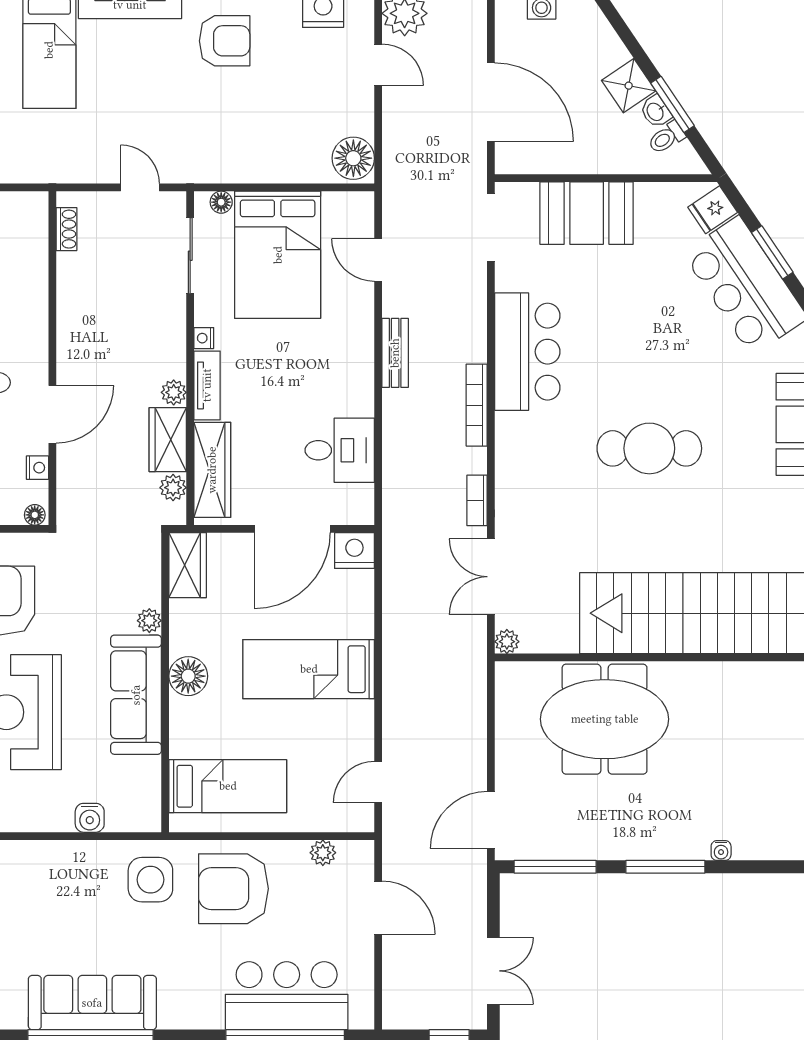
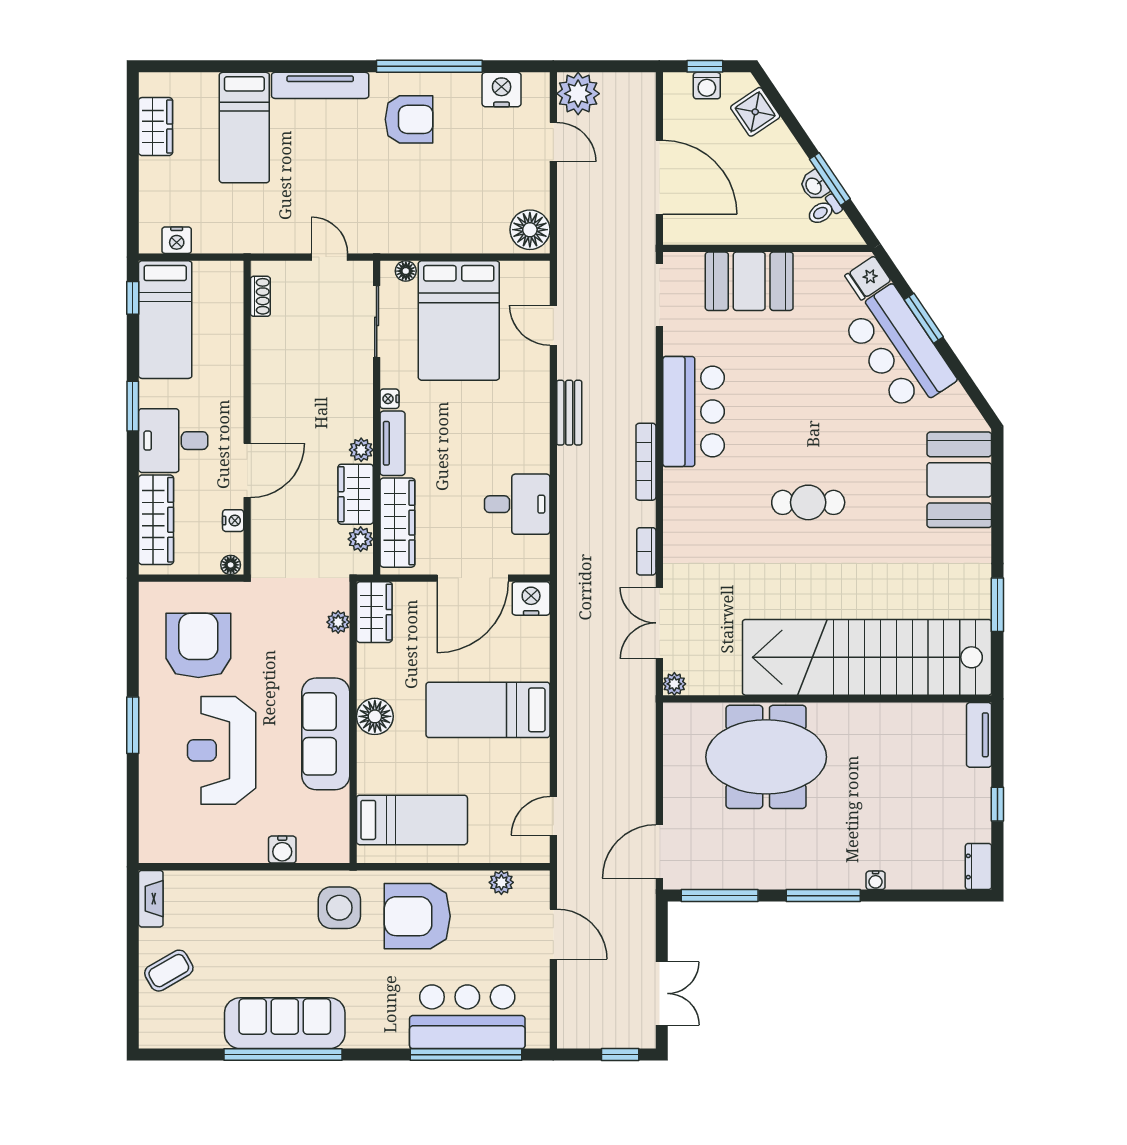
shower: (629, 86) -> (755, 112), moved
cafe table: (649, 448) -> (808, 502), width x0.73, depth x0.74
plant: (149, 621) -> (338, 622), moved

